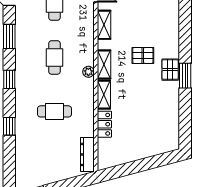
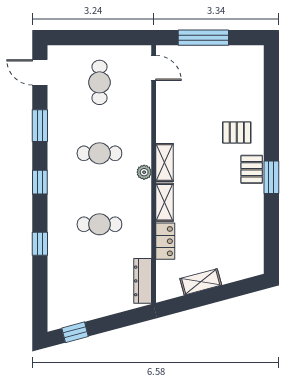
shelving: (104, 25) -> (201, 282), moved, turned 75
pallet: (143, 55) -> (237, 132), moved
cafe table: (54, 57) -> (99, 153), turned 90

